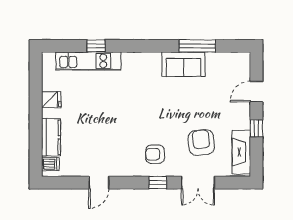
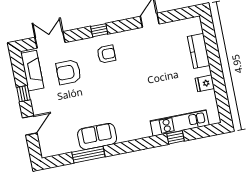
armchair: (201, 142) -> (69, 72), turned 95
dishwasher: (50, 164) -> (195, 28), removed
double door: (198, 183) -> (50, 40), moved

